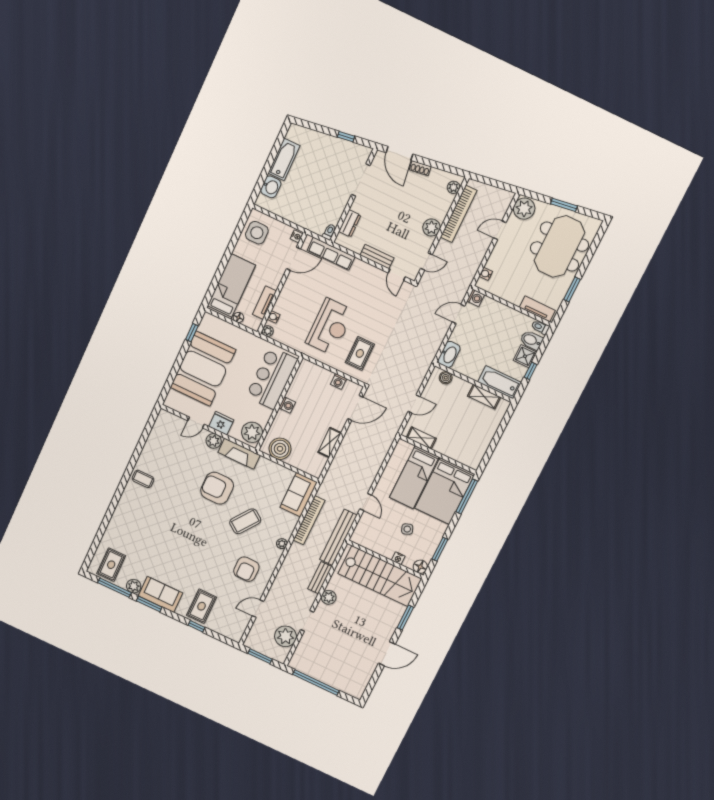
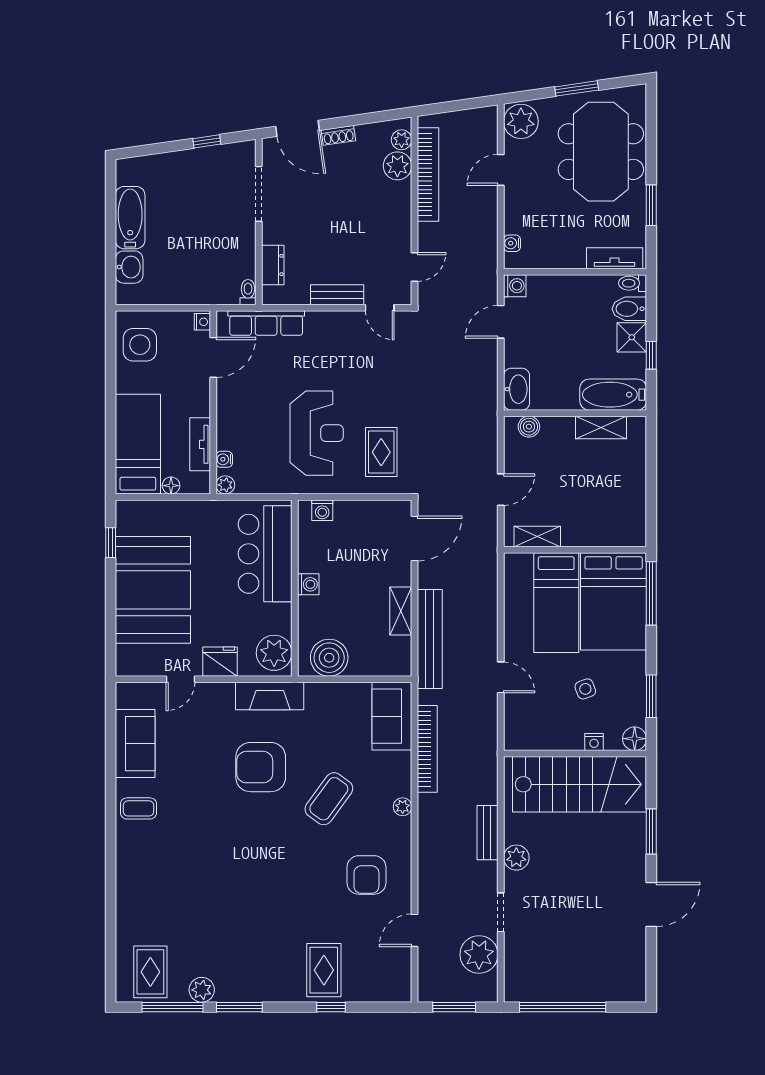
plant: (431, 227) -> (397, 166), moved
washing machine: (339, 381) -> (322, 510), moved
plant: (214, 441) -> (221, 695), removed
bench: (338, 537) -> (430, 639), moved
sofa: (160, 594) -> (135, 744), moved, turned 90

